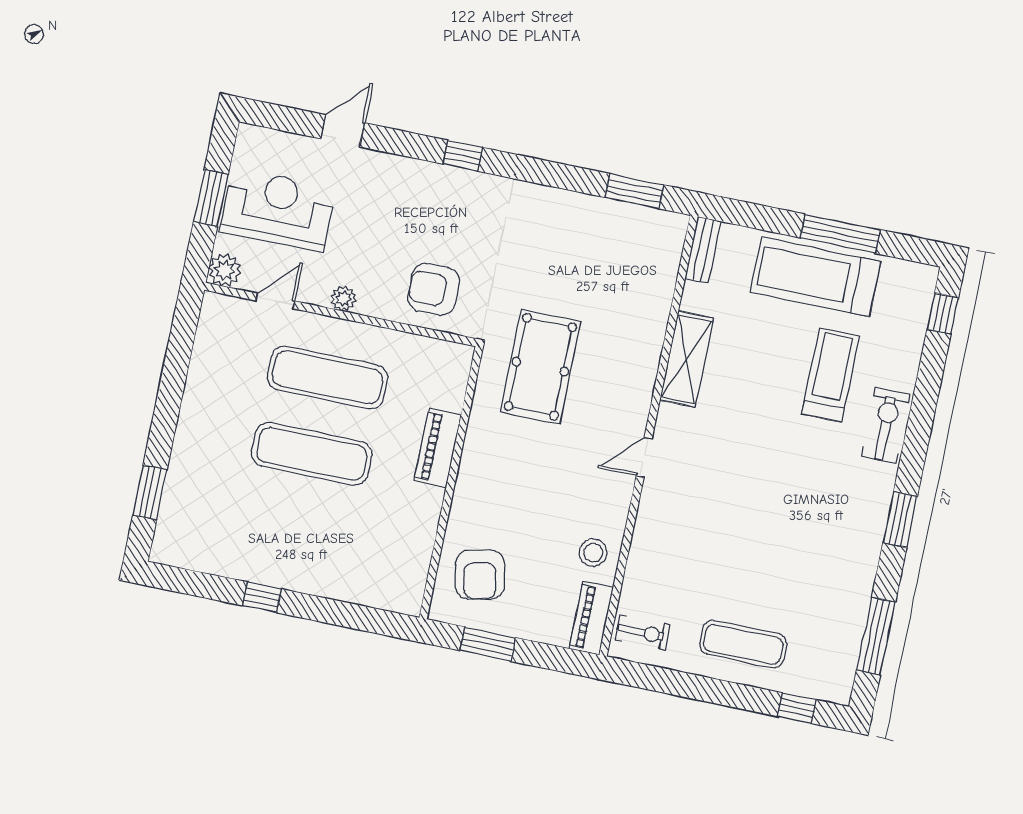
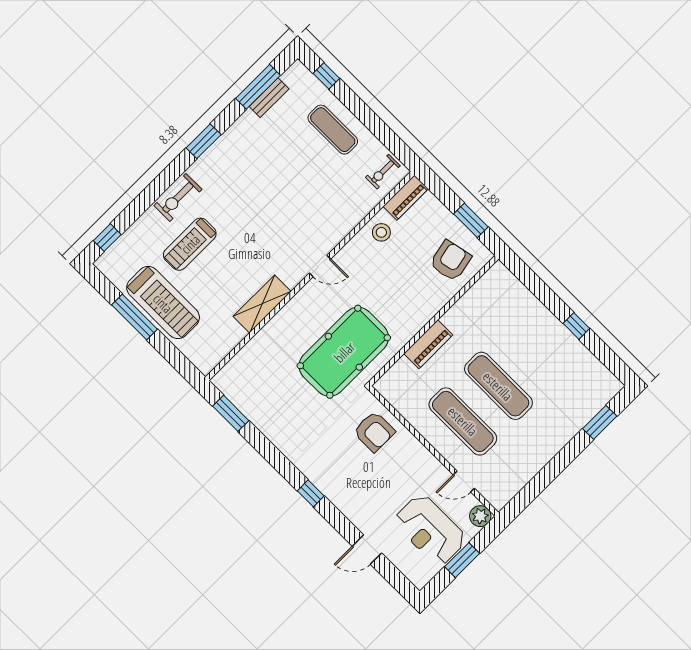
bench: (703, 250) -> (269, 98), moved
plant: (343, 299) -> (426, 459), removed
pool table: (540, 367) -> (344, 352), width x1.36, depth x1.32
exercise bike: (643, 632) -> (383, 172), turned -90

